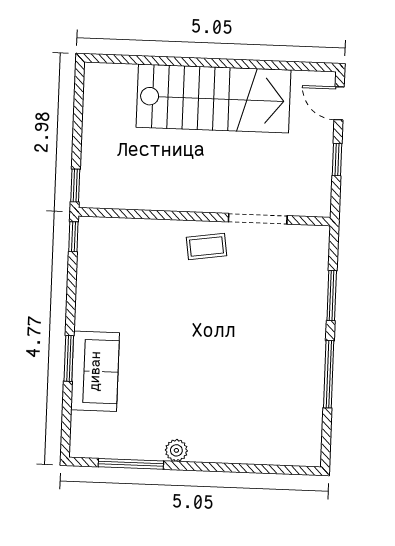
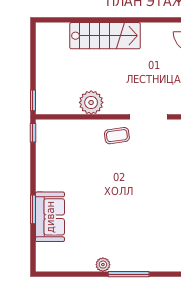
stairs: (214, 99) -> (105, 36), width x0.73, depth x0.66
plant: (167, 192) -> (91, 102), added
window: (131, 464) -> (129, 274), moved

